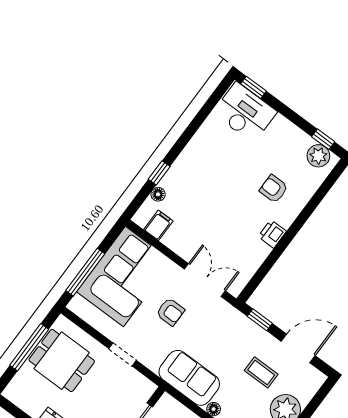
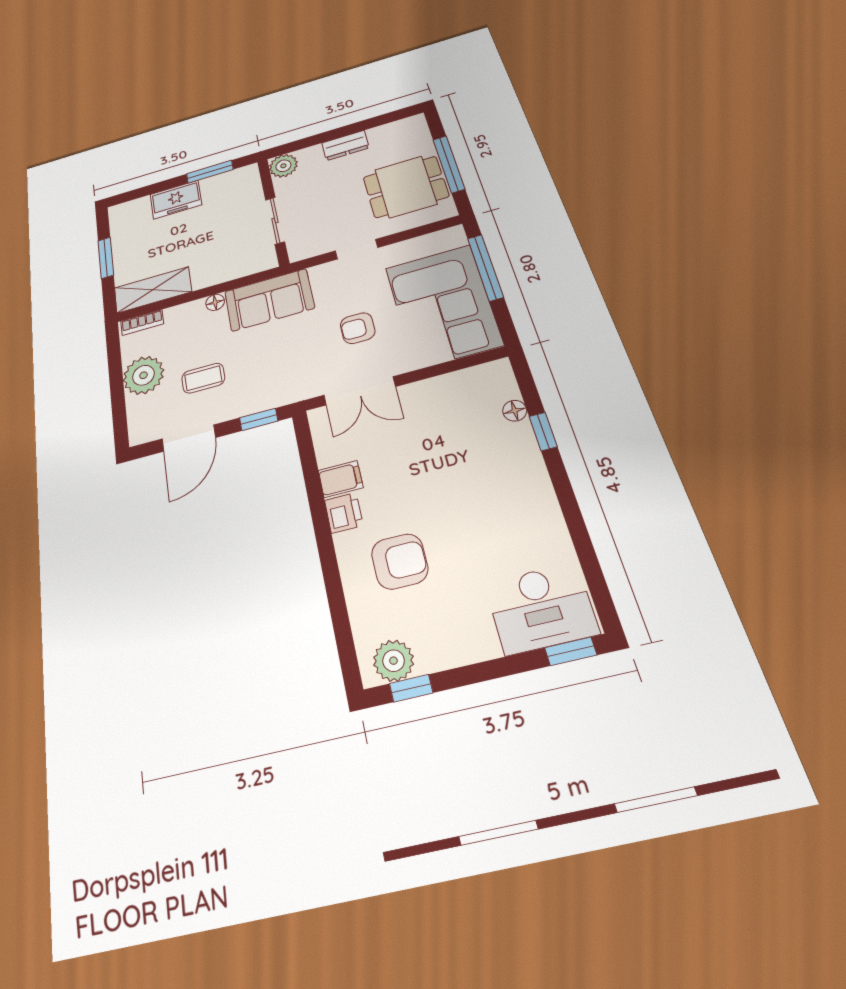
armchair: (274, 189) -> (400, 561), width x1.38, depth x1.38
filing cabinet: (158, 225) -> (341, 479), moved, turned -90

